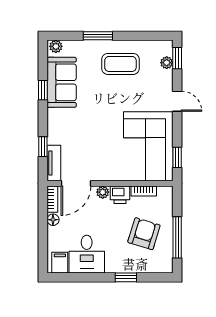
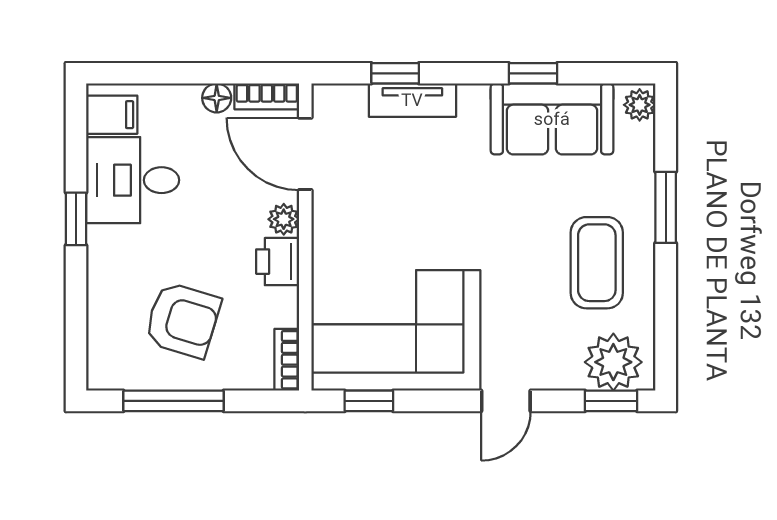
plant: (167, 63) -> (613, 362), width x1.88, depth x1.88
tv unit: (54, 163) -> (412, 100), moved
bookcase: (144, 191) -> (287, 360), moved
window: (126, 277) -> (76, 219), moved

